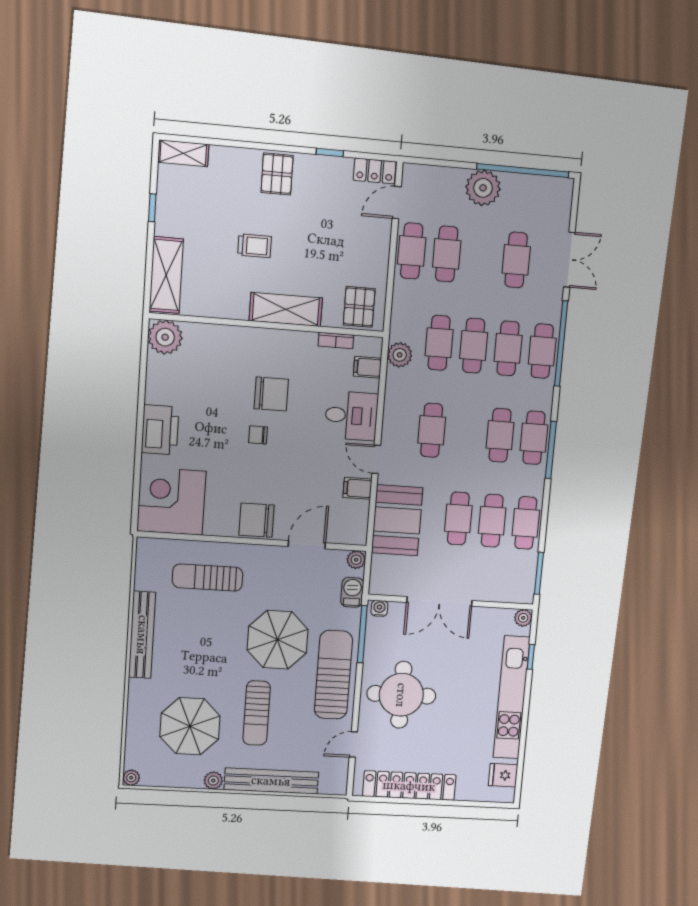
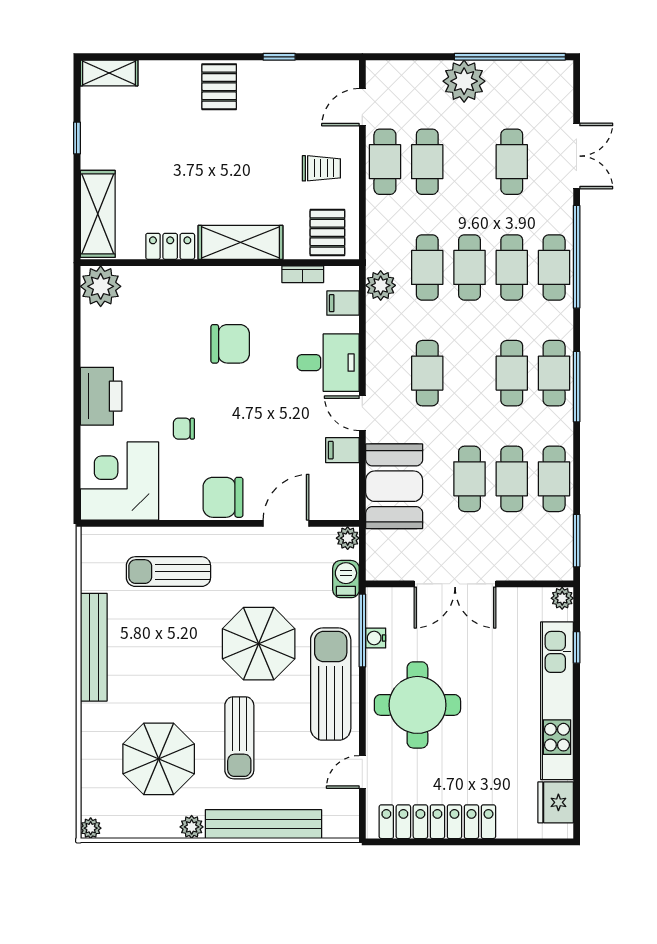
locker: (375, 171) -> (170, 246), moved, turned 180
trolley: (255, 246) -> (321, 168), moved
chair: (258, 435) -> (184, 429), moved
water cooler: (379, 608) -> (376, 638), moved, turned -90
fridge: (503, 775) -> (556, 802), width x1.38

